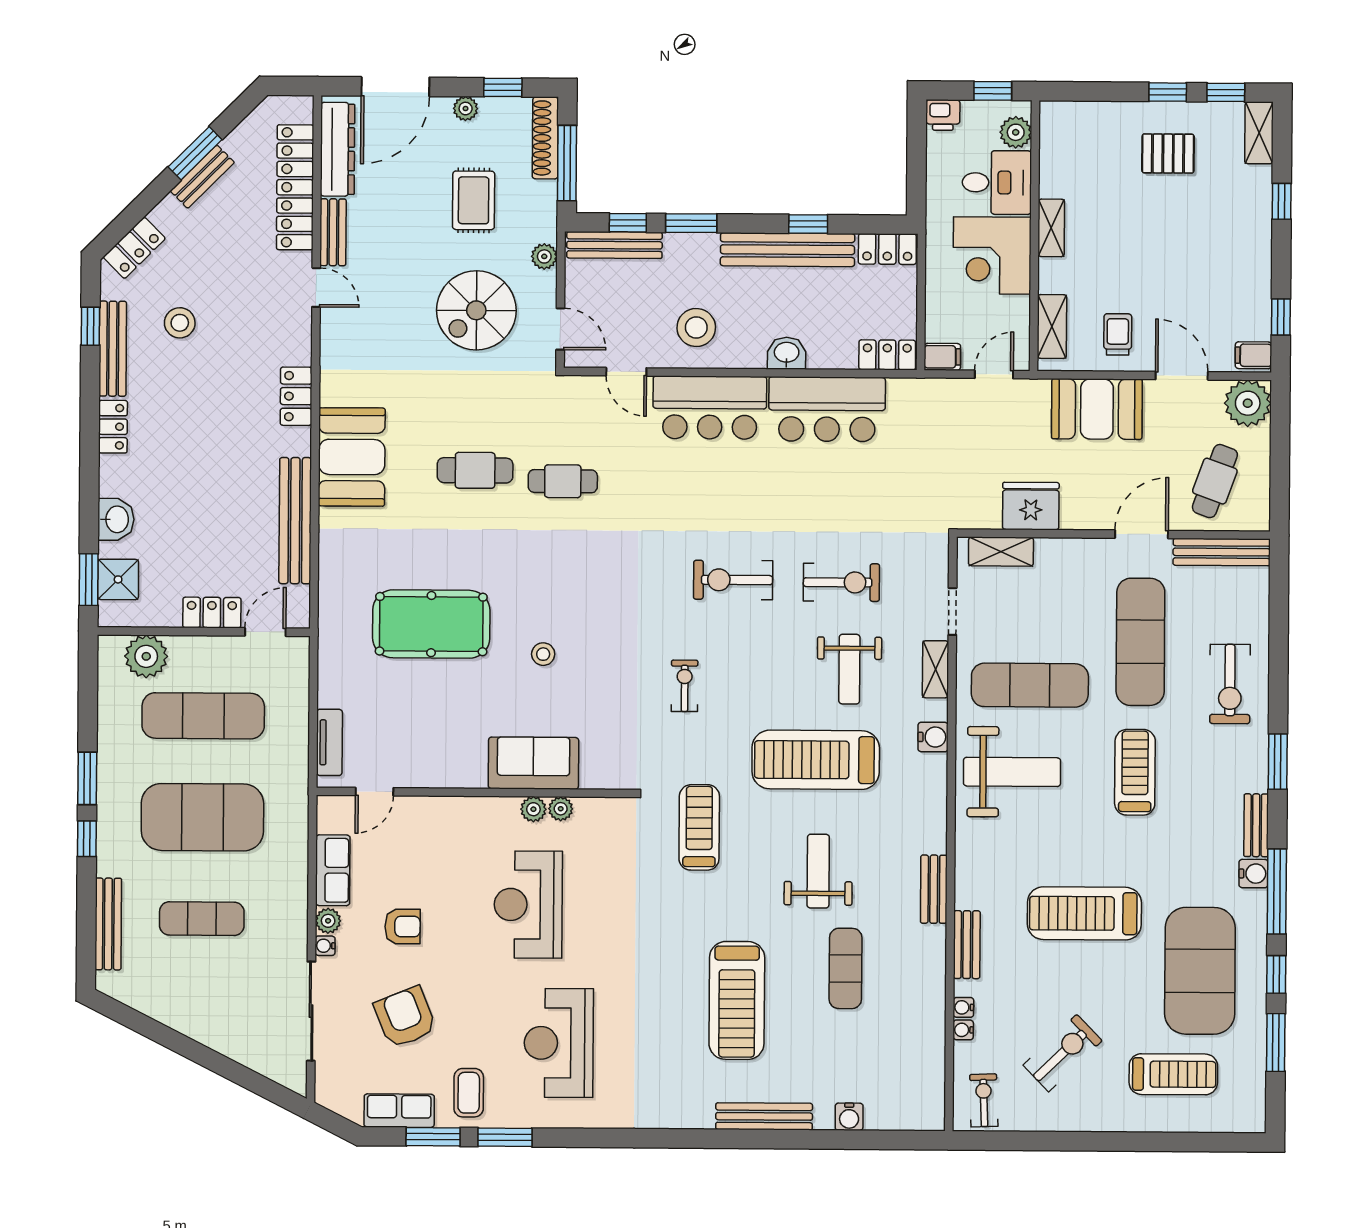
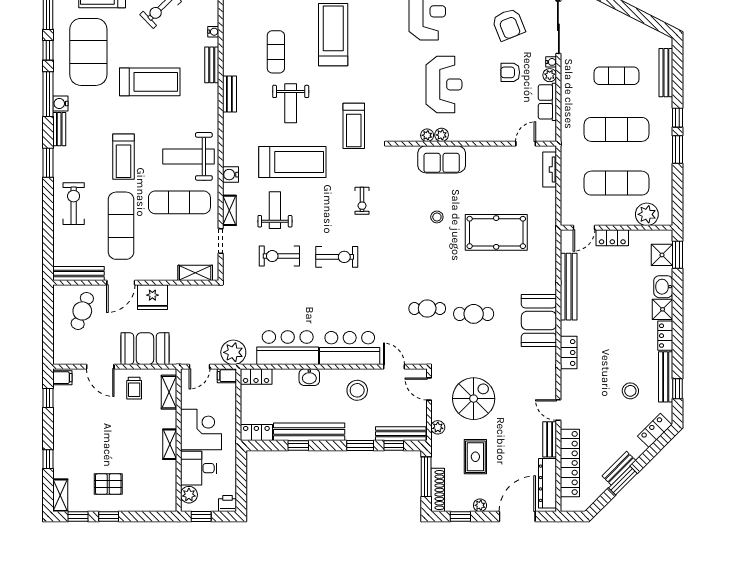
plant: (1248, 403) -> (233, 352), moved
shower: (118, 476) -> (663, 309), added
fridge: (1031, 506) -> (152, 297), moved
exercise mat: (202, 817) -> (617, 129), width x0.68
water cooler: (963, 1030) -> (213, 20), removed

